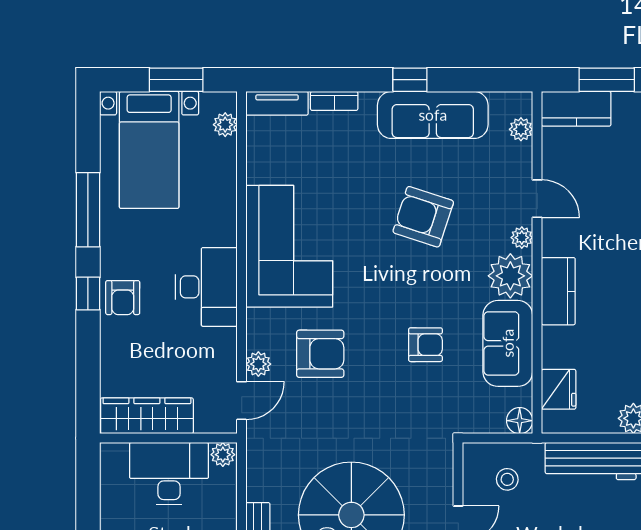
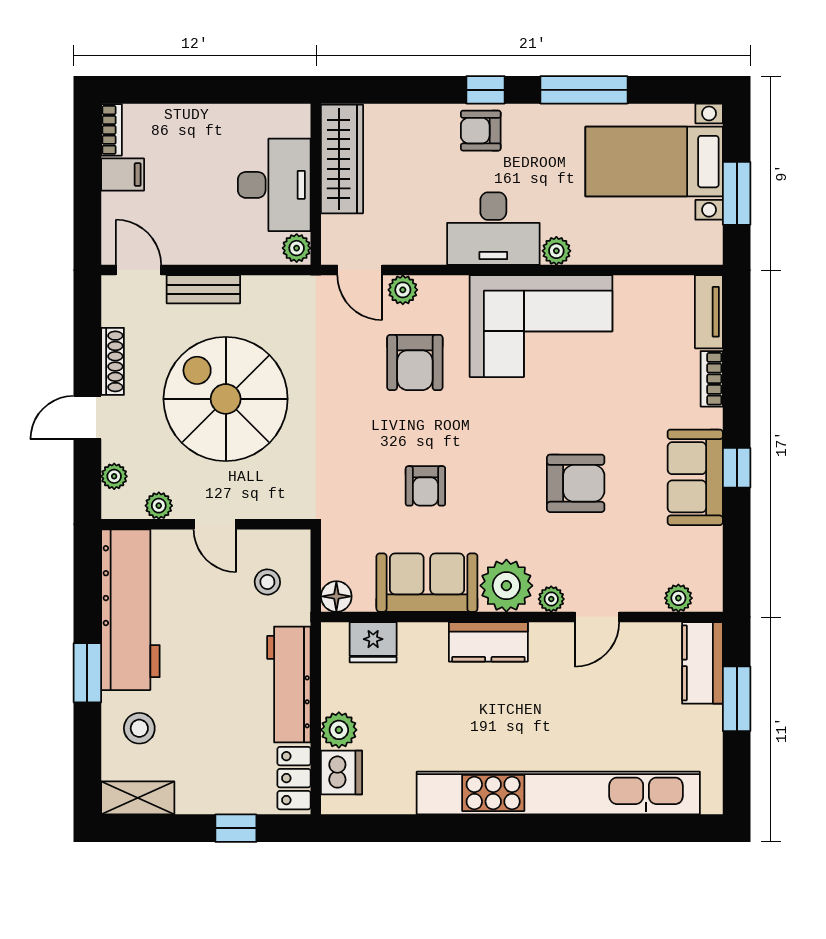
sofa: (433, 115) -> (695, 477), width x0.73
plant: (225, 125) -> (556, 251), moved
armchair: (423, 217) -> (576, 483), turned 72

